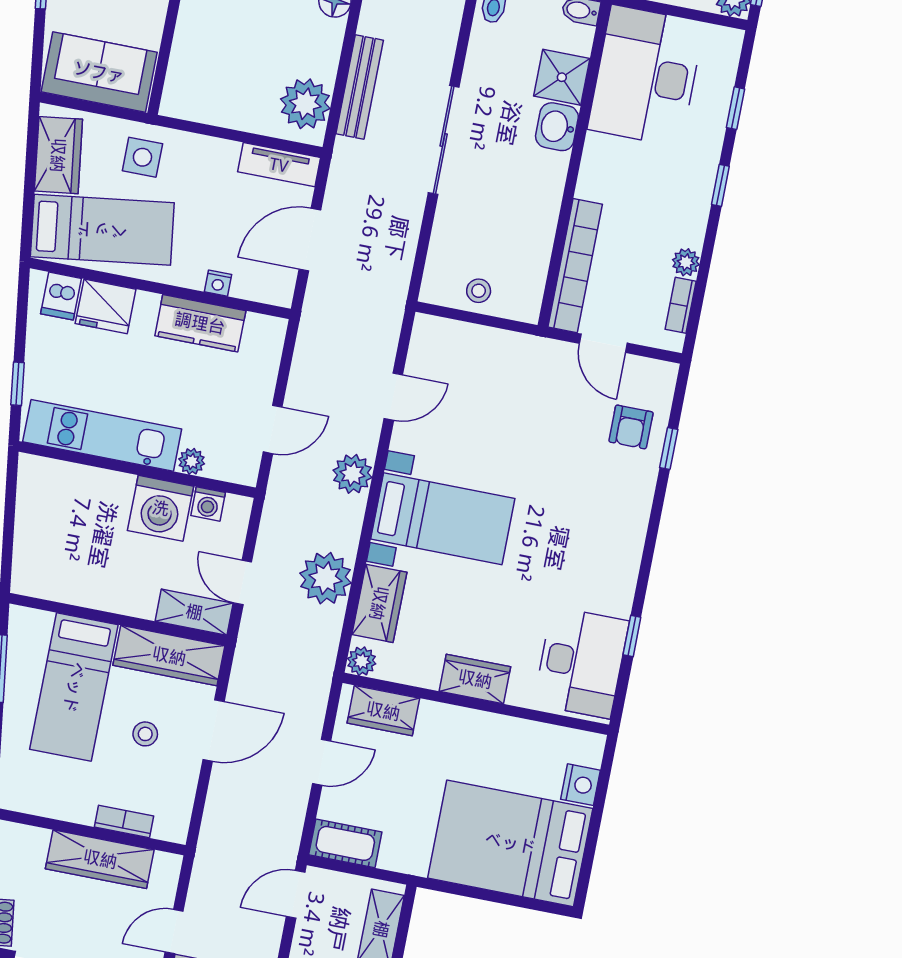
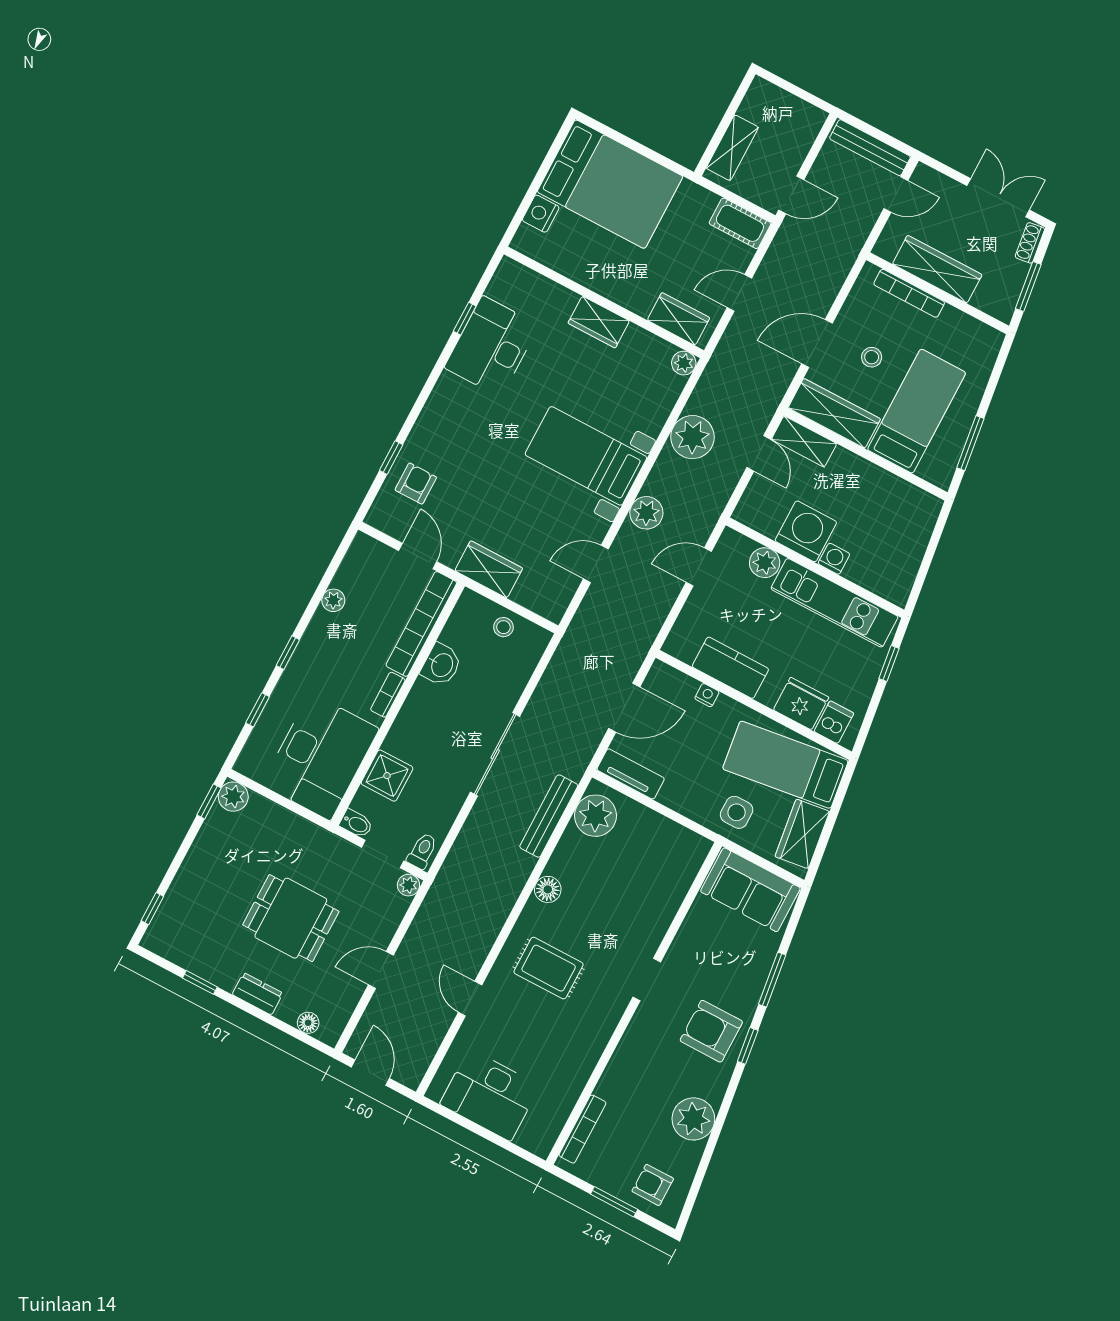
washbasin: (557, 127) -> (441, 665), moved
bookcase: (681, 305) -> (388, 695), moved, turned 180
plant: (192, 461) -> (765, 563), width x1.38, depth x1.38
washing machine: (208, 504) -> (834, 559), moved
wardrobe: (379, 603) -> (489, 569), moved, turned 90
desk: (581, 663) -> (492, 346), moved
bookcase: (124, 822) -> (909, 293), width x1.56

